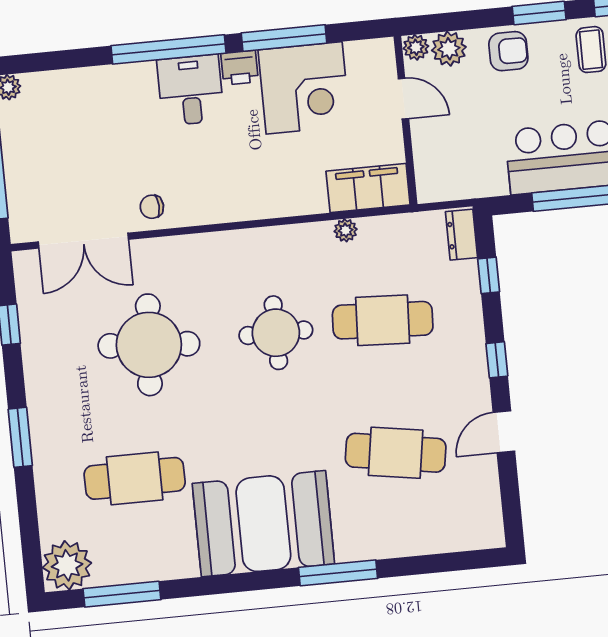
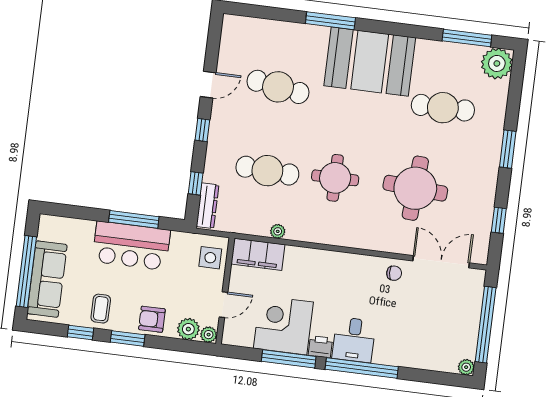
door: (403, 99) -> (223, 305), swing flipped
side table: (440, 166) -> (210, 258), added
dresser: (461, 235) -> (208, 206), width x1.44

